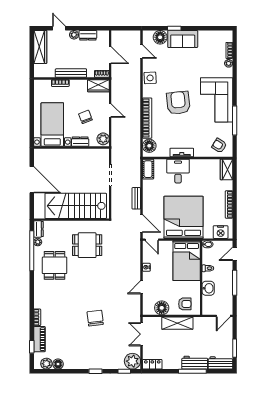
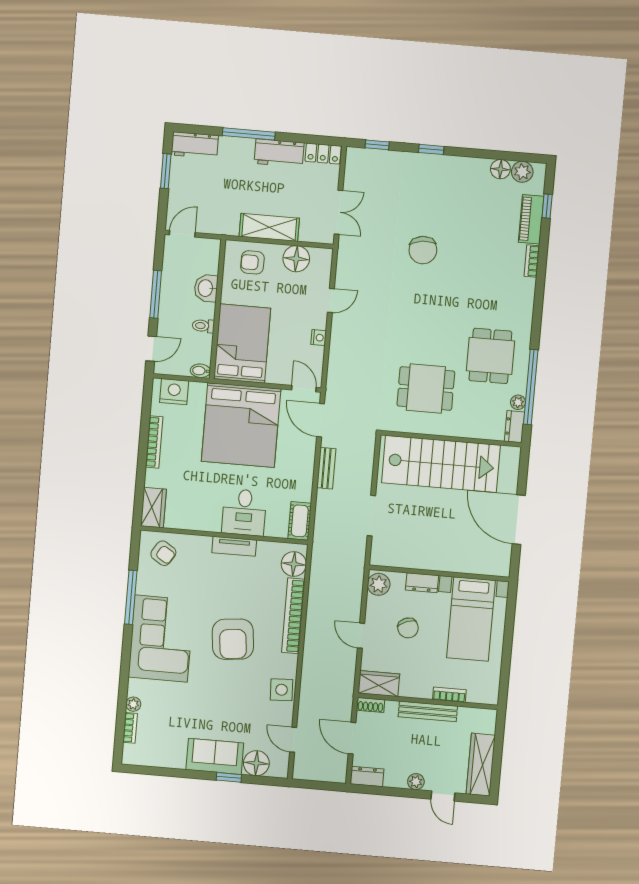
dresser: (88, 35) -> (367, 776), moved
plant: (132, 361) -> (360, 163), removed
workbench: (195, 363) -> (279, 153), moved

